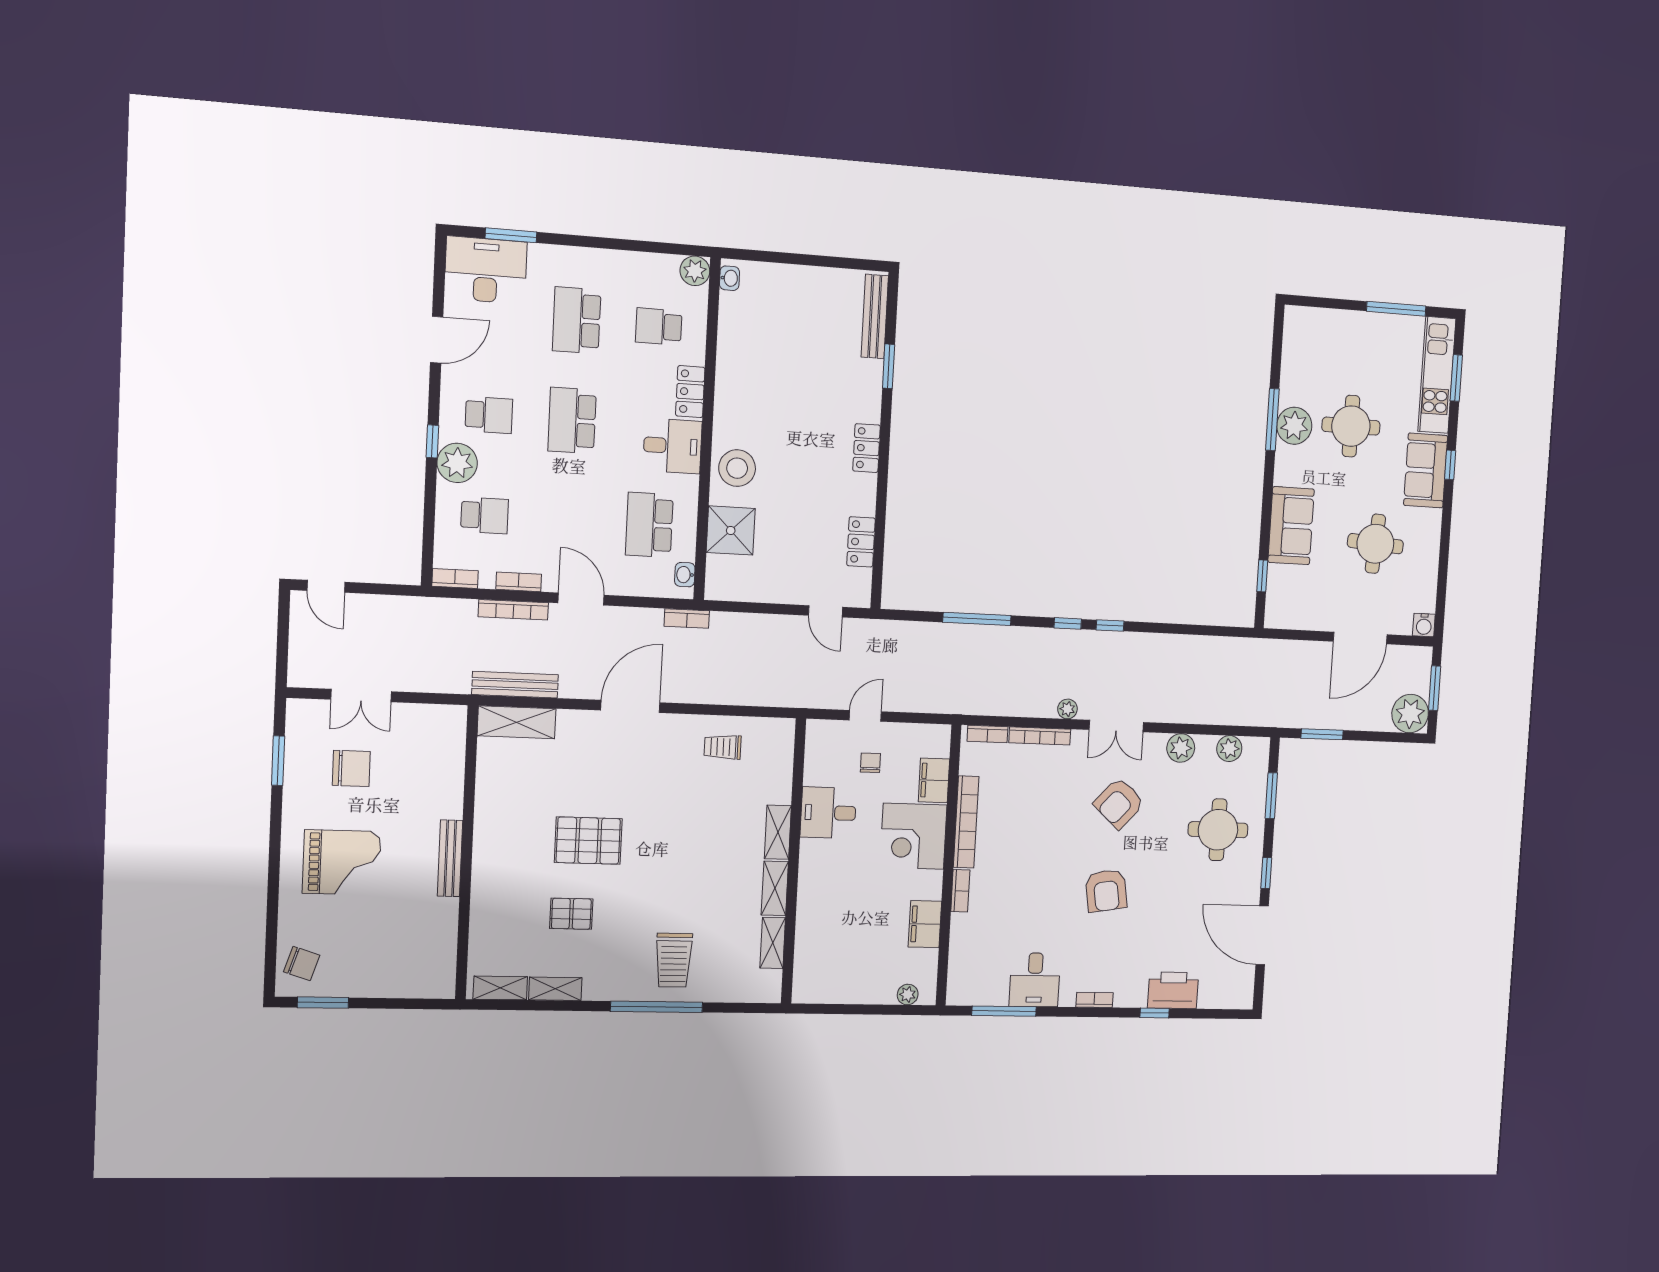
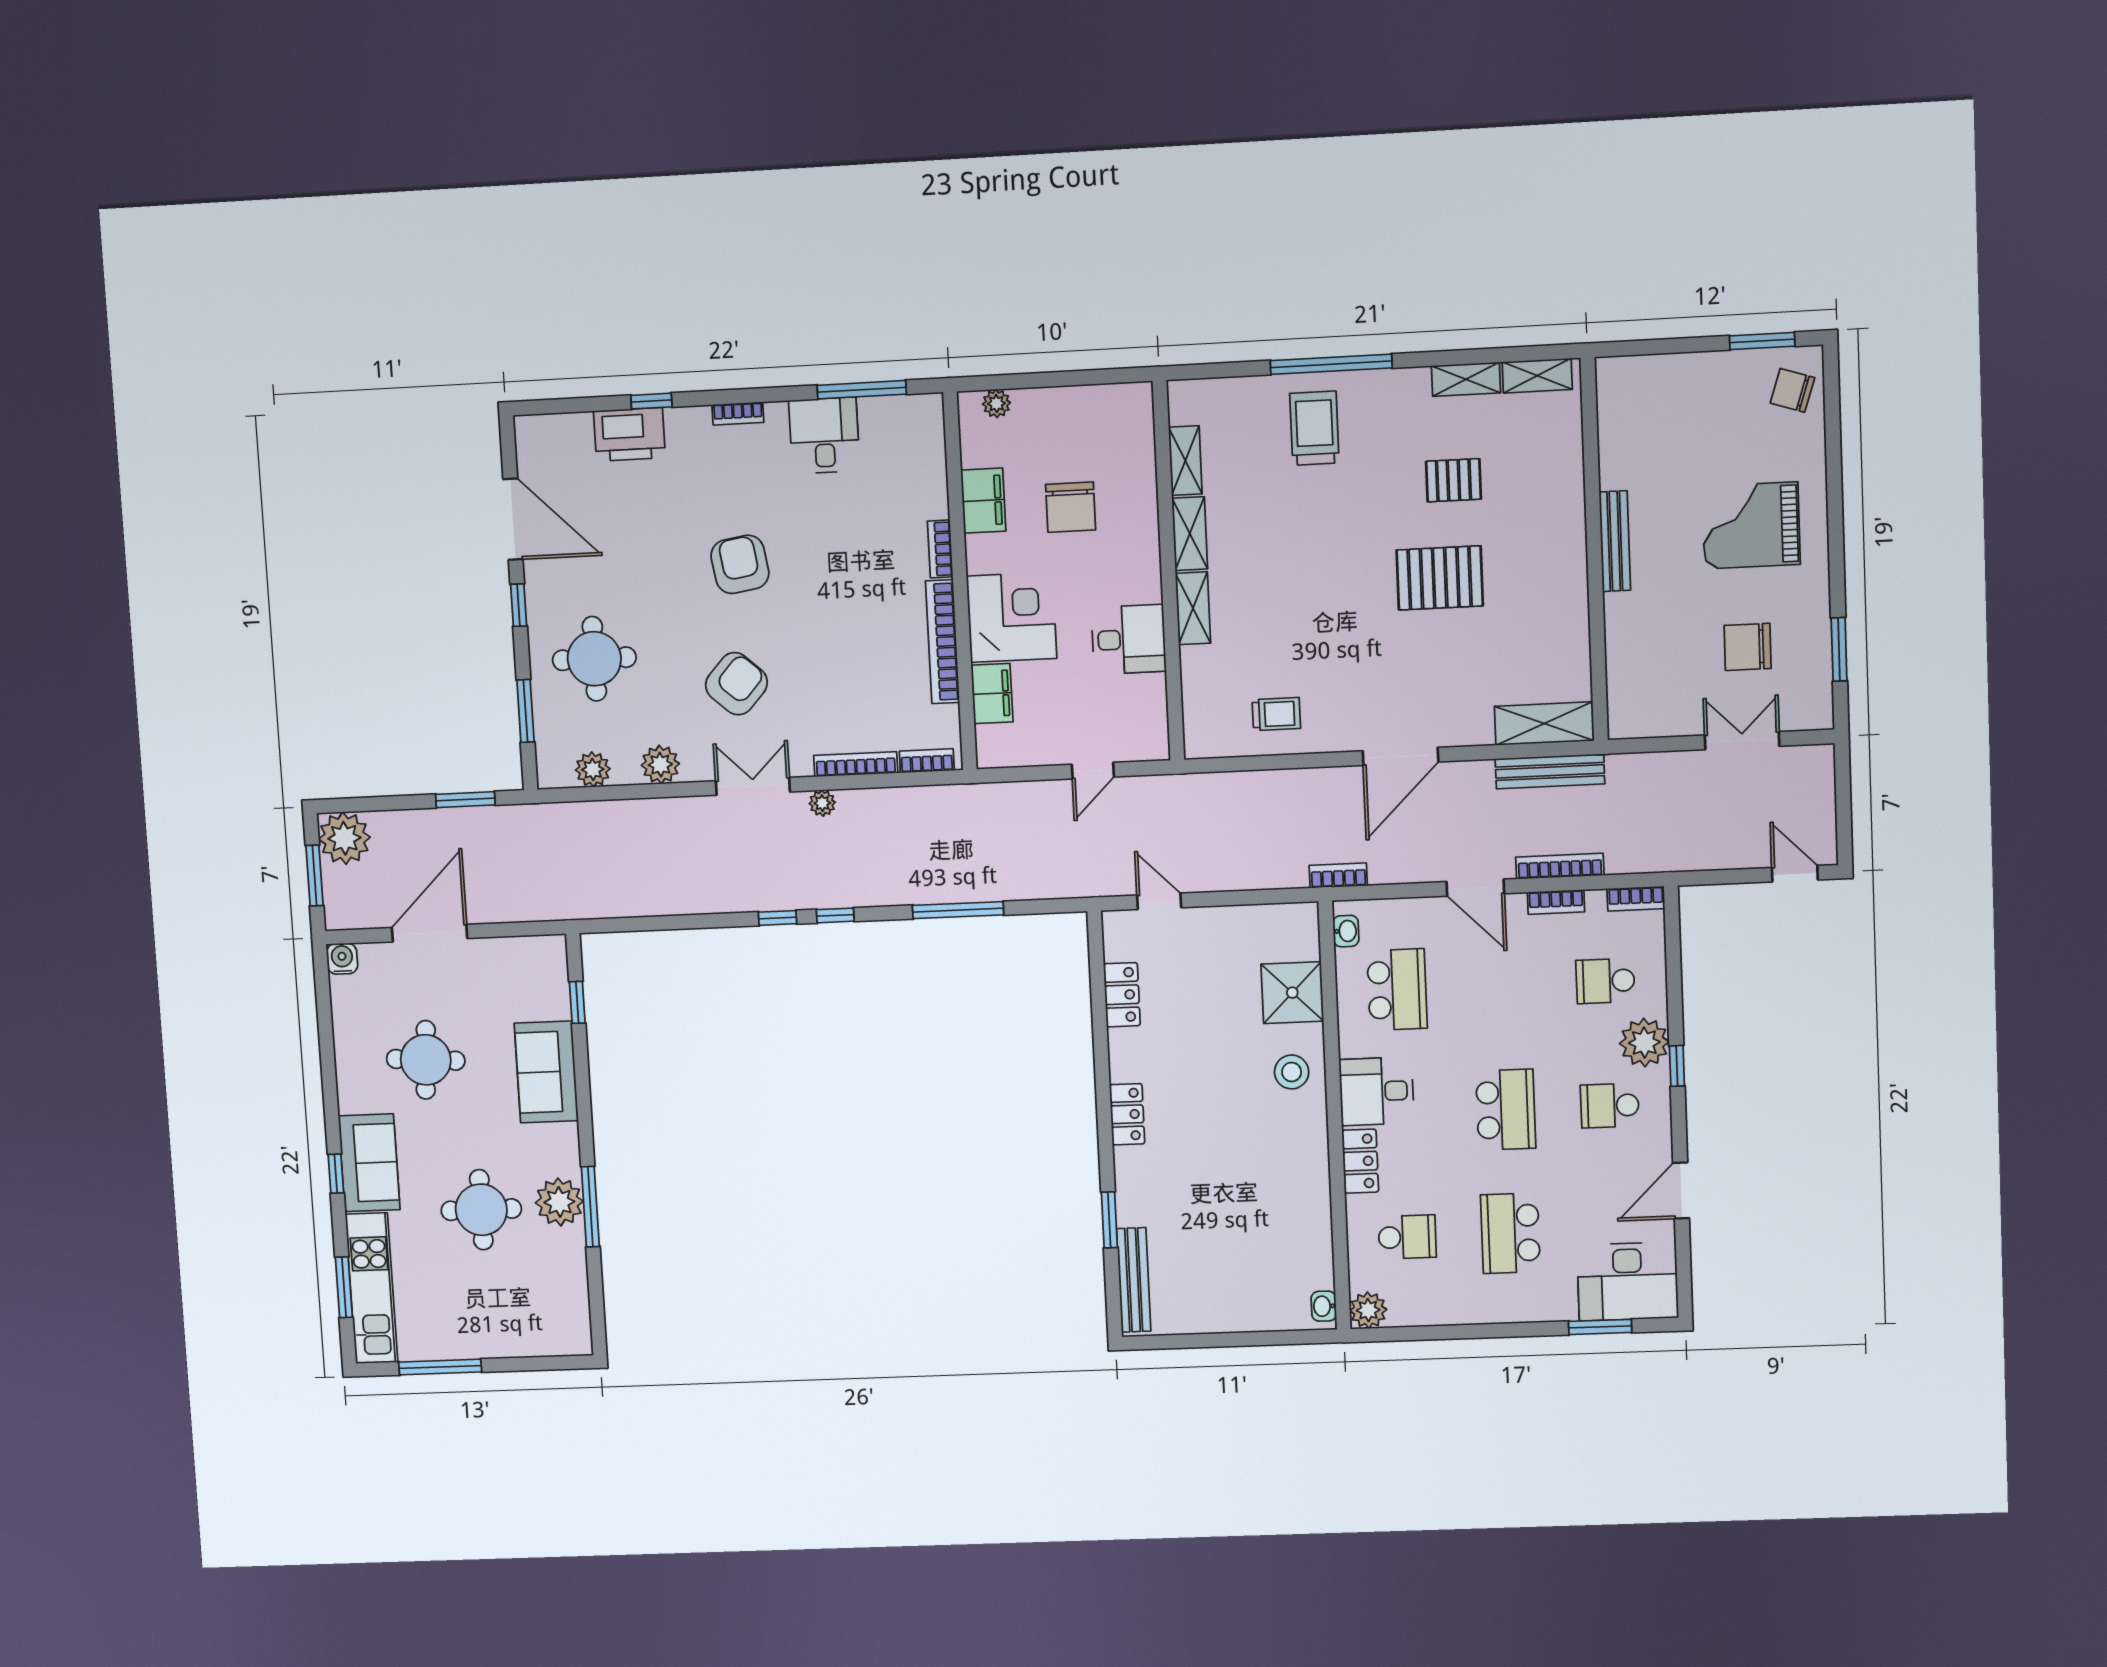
school desk: (577, 320) -> (1510, 1233), turned 180
stool: (737, 468) -> (1292, 1072), width x0.73, depth x0.73
chair: (870, 763) -> (1071, 507), moved, width x1.87, depth x1.87

